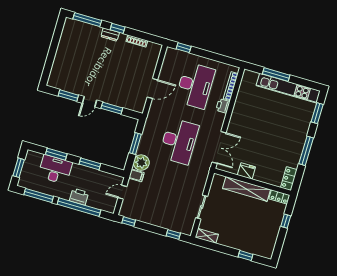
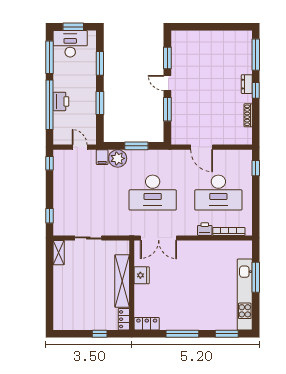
desk: (55, 170) -> (70, 44), moved, turned -90
window: (246, 256) -> (50, 301), removed

